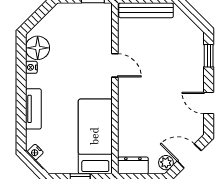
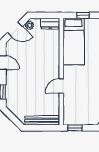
door: (115, 65) -> (61, 86), hinge flipped

